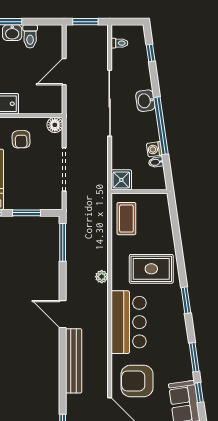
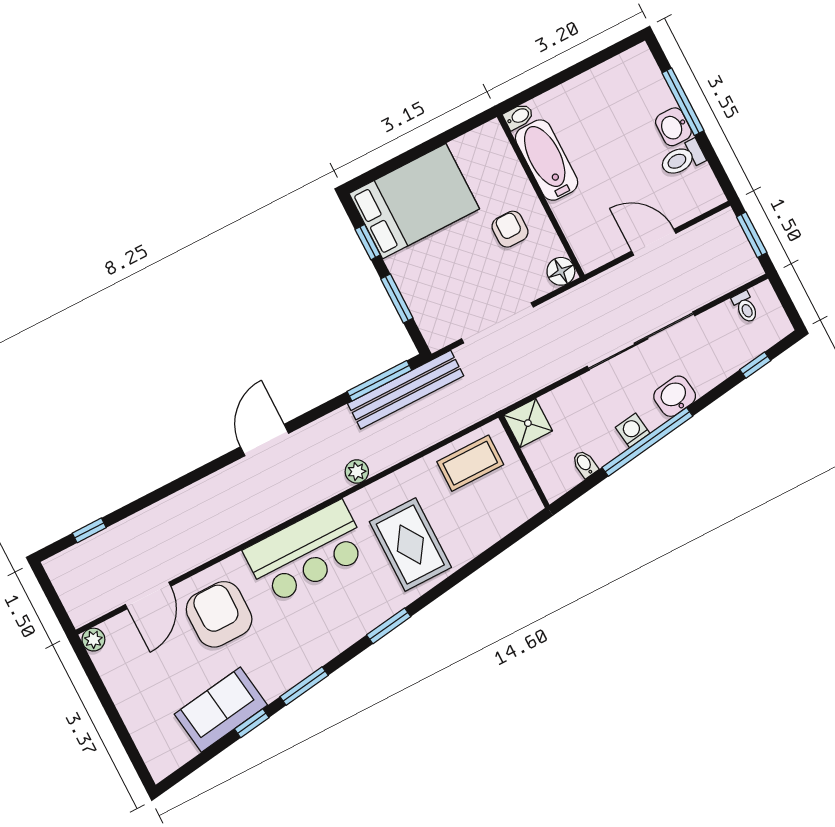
armchair: (21, 139) -> (510, 229), turned 92
washing machine: (154, 149) -> (633, 430), moved
bench: (74, 361) -> (406, 390), moved

